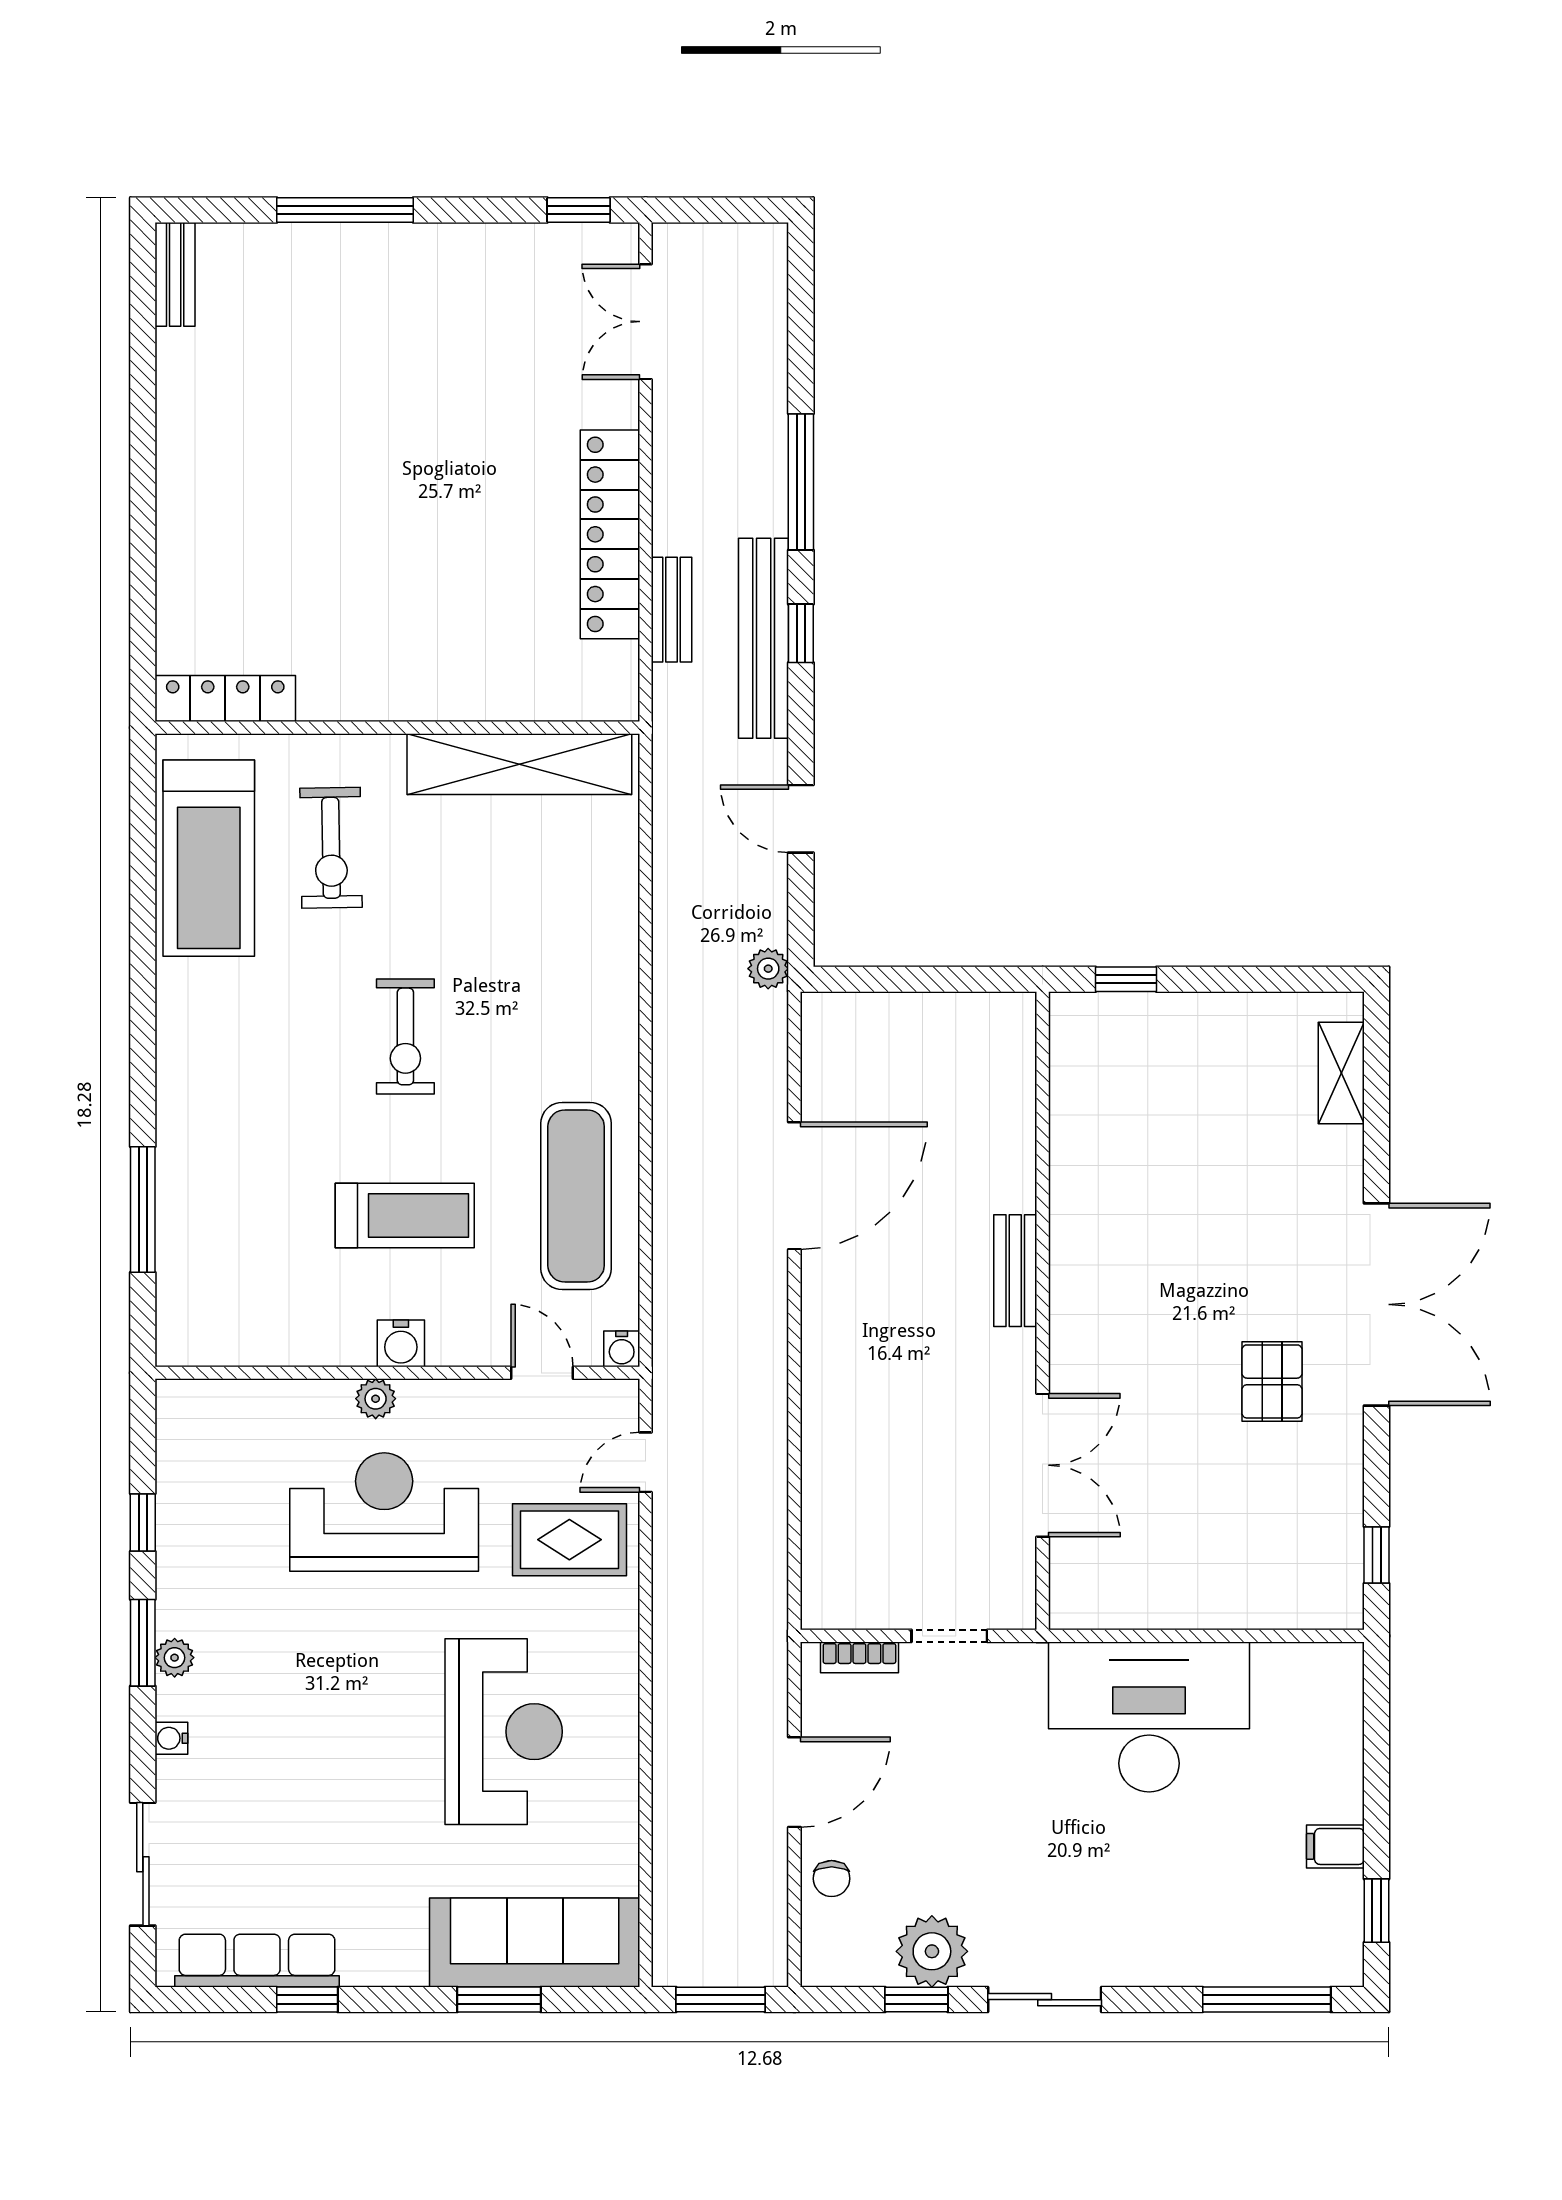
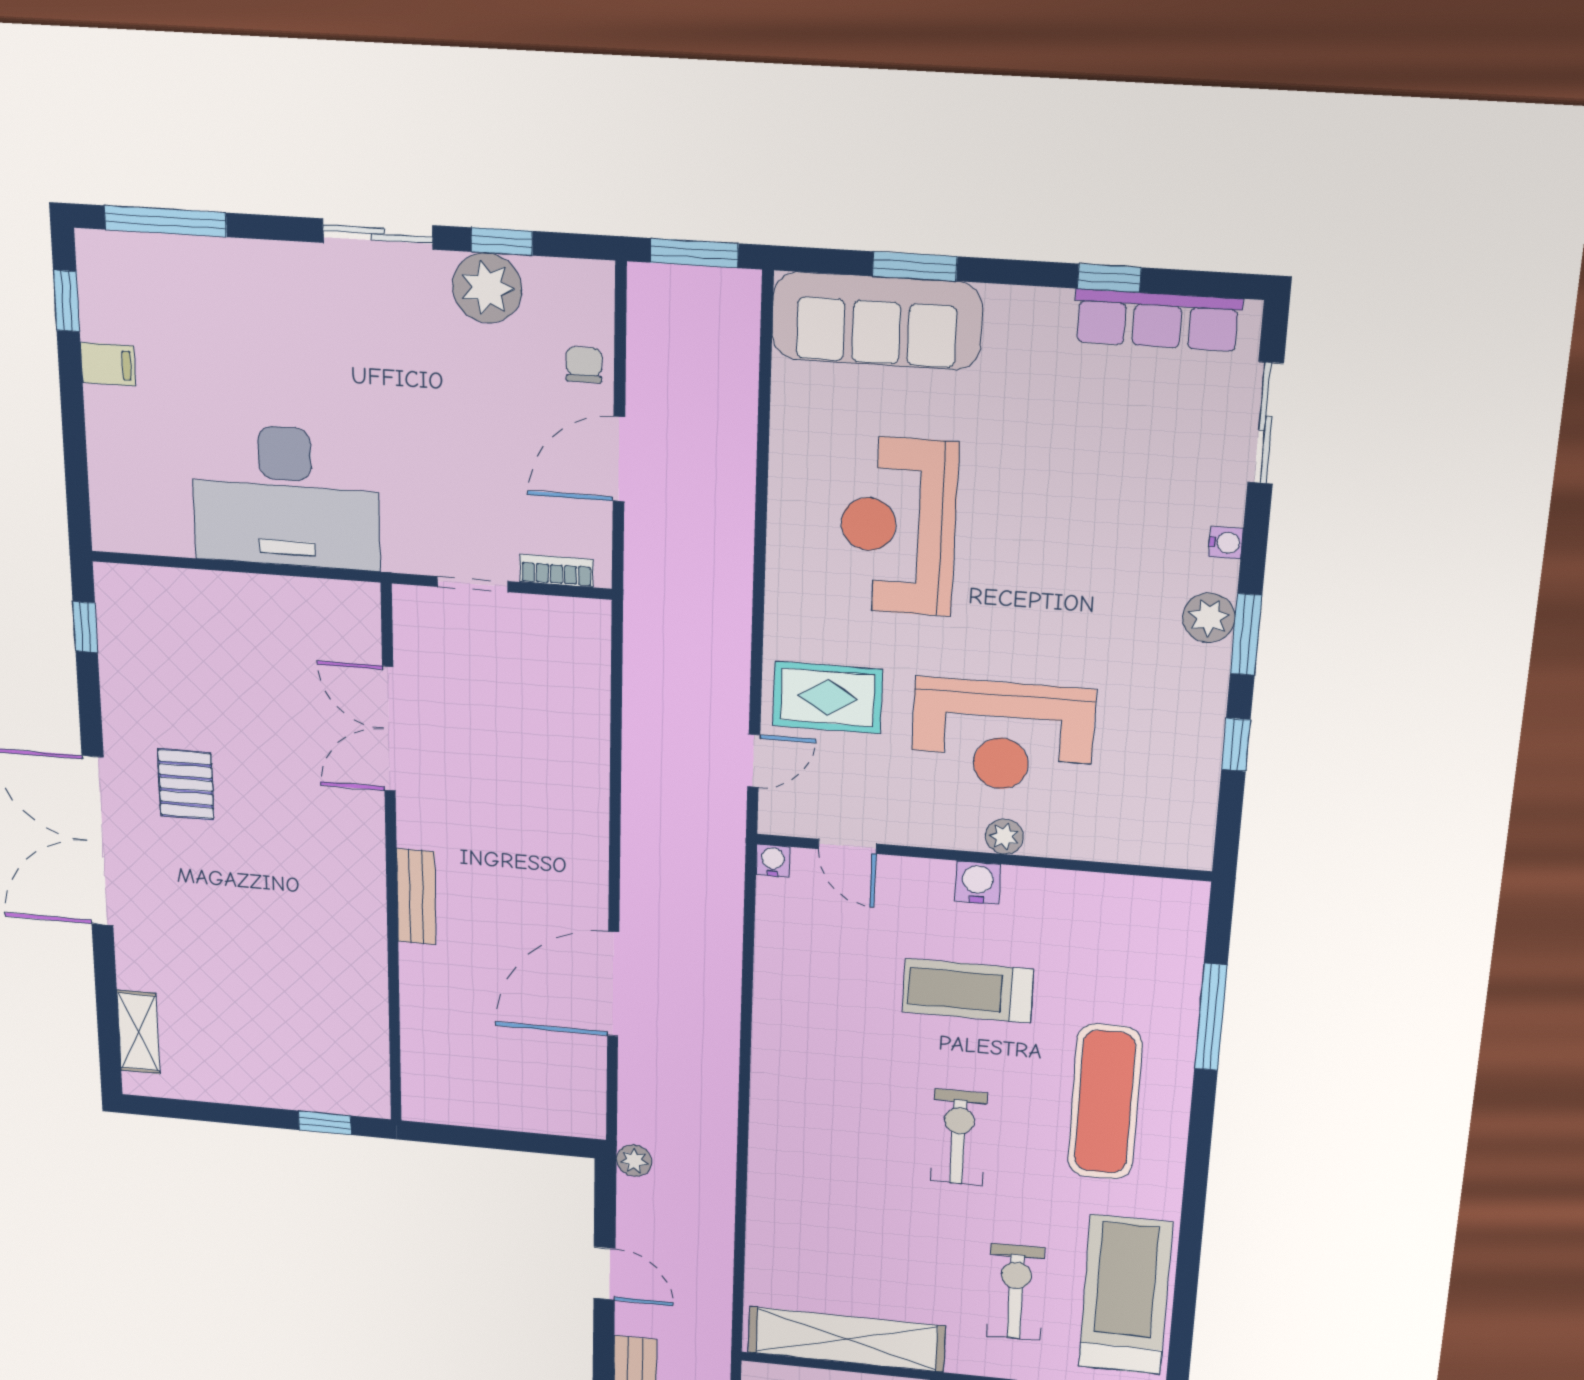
exercise mat: (576, 1196) -> (1105, 1102), moved
plant: (175, 1658) -> (1209, 618), width x1.38, depth x1.38

